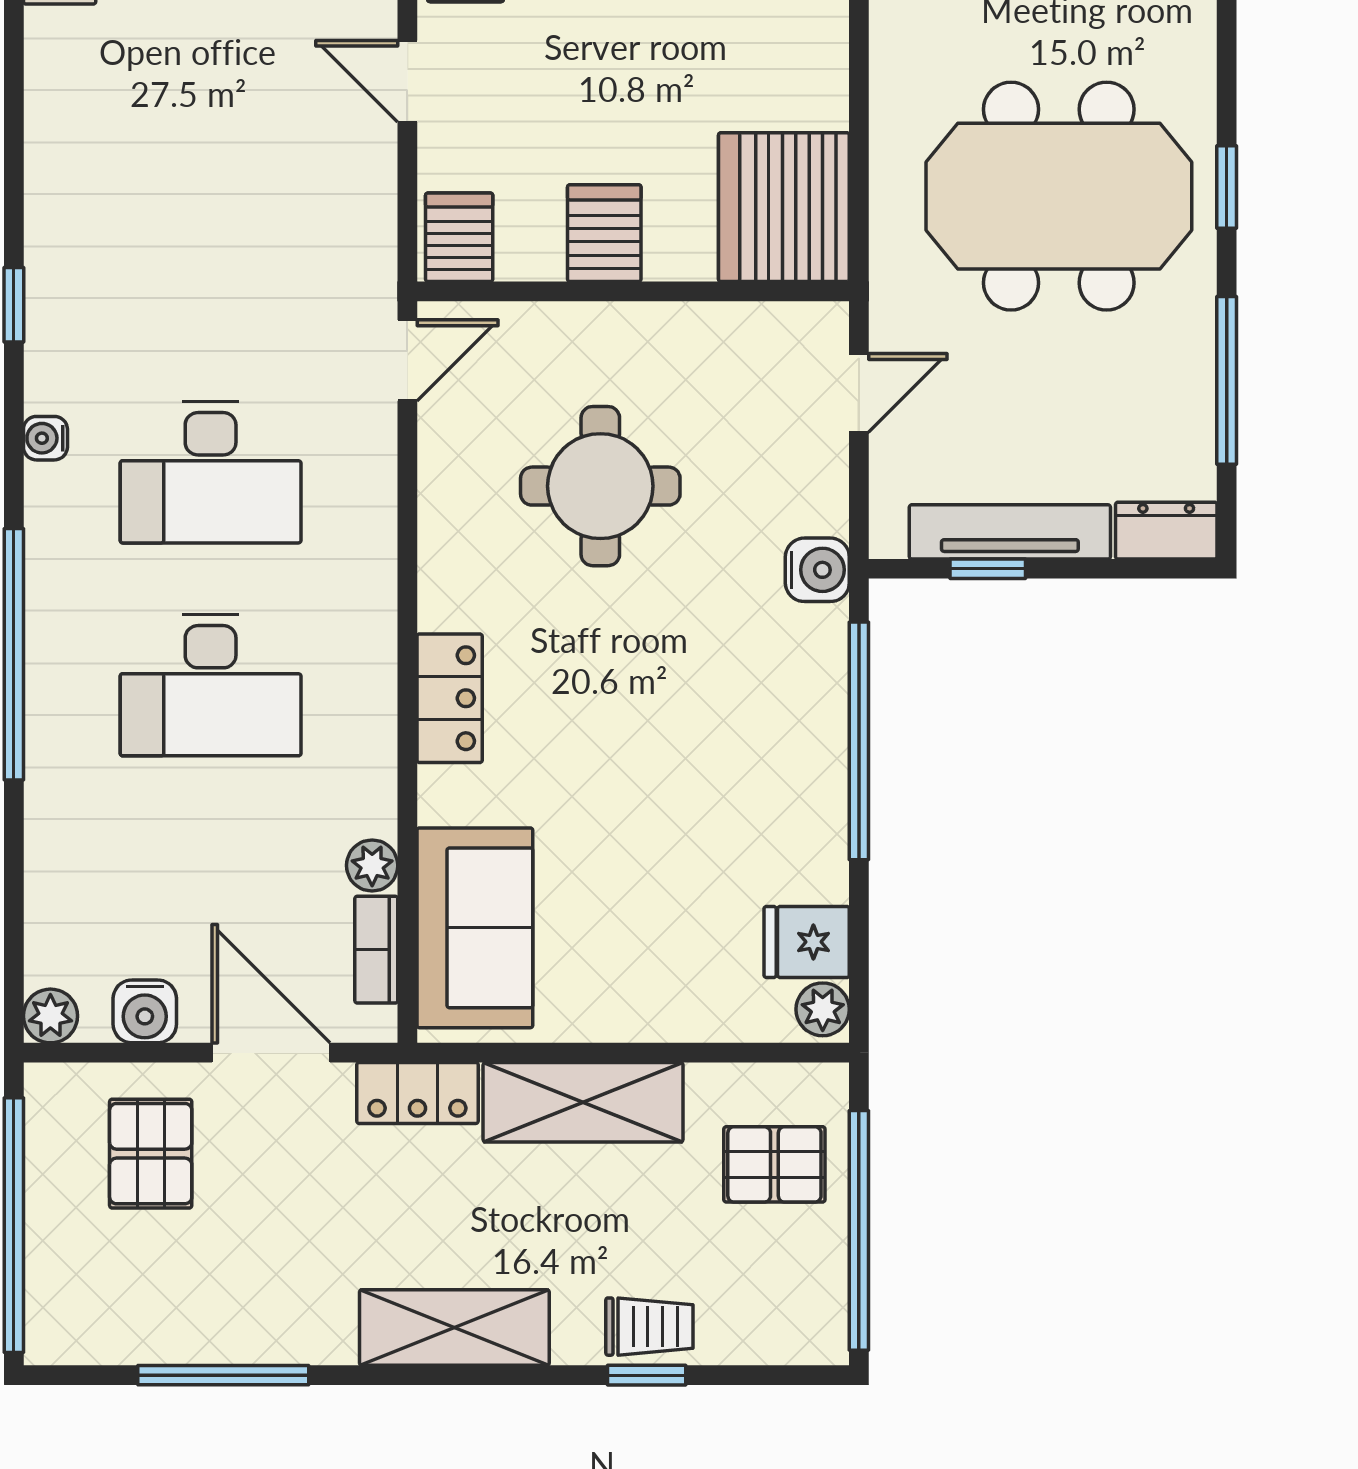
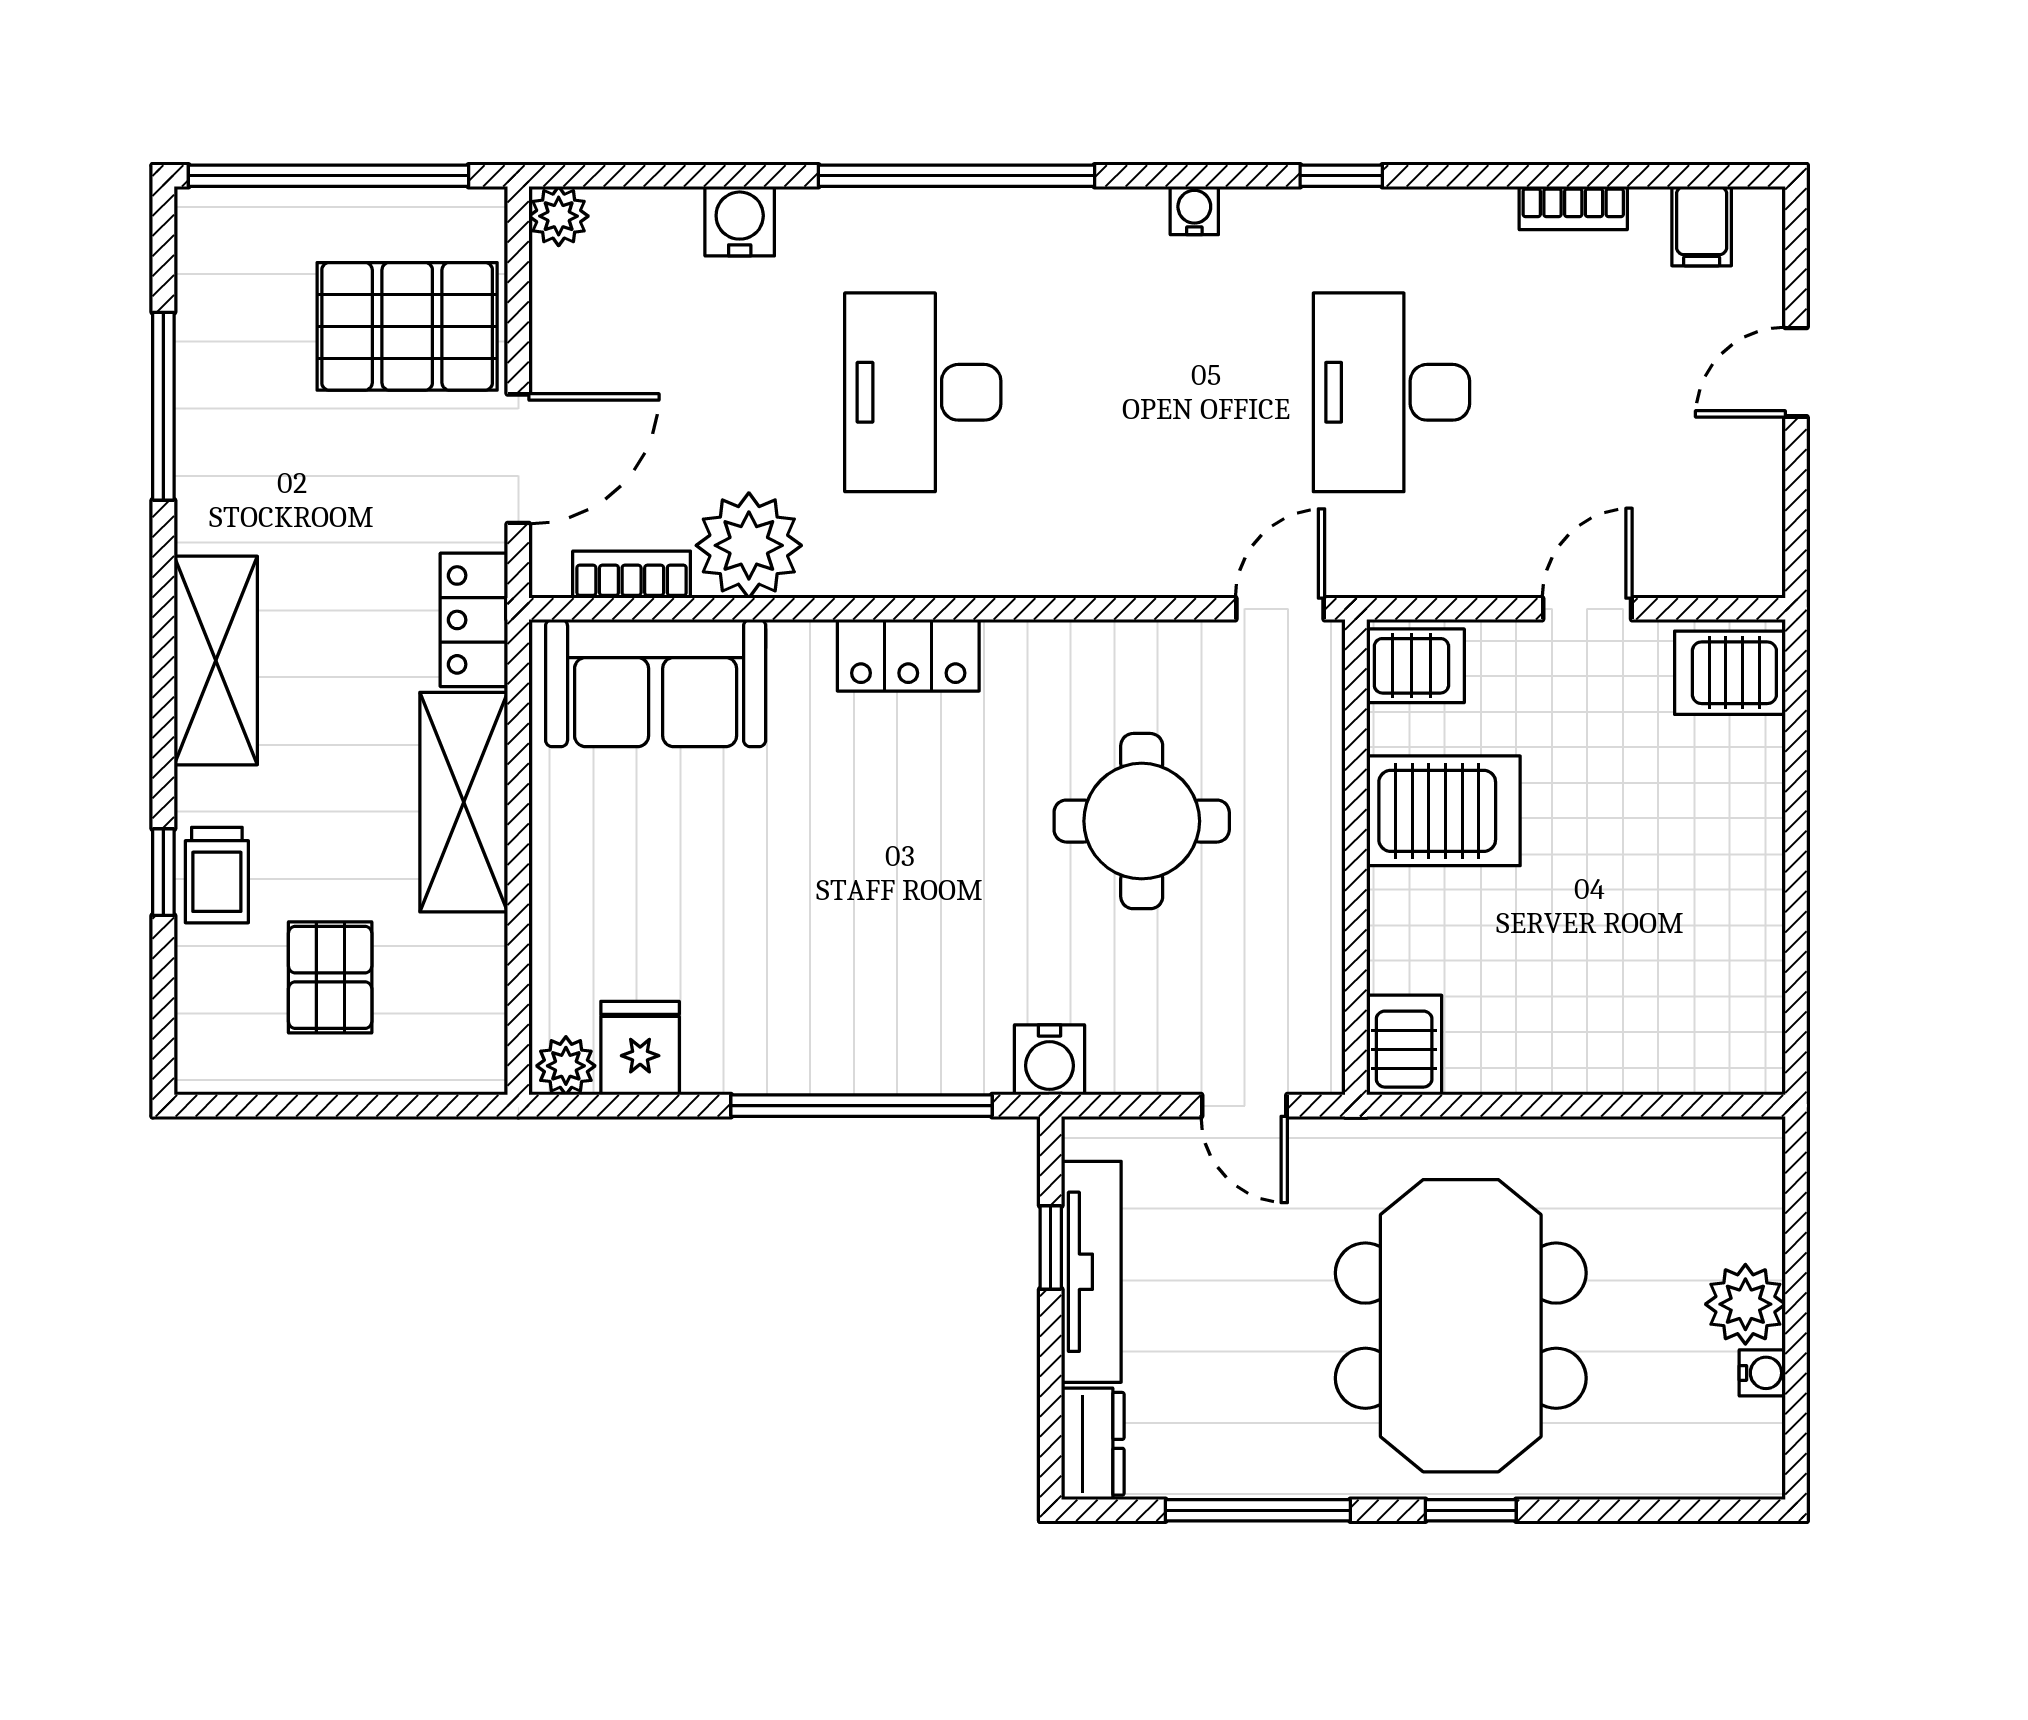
bookcase: (43, 94) -> (1573, 208), added
server rack: (784, 207) -> (1404, 1045), width x0.46, depth x0.70
server rack: (604, 233) -> (1443, 811), width x1.36, depth x1.44
door: (407, 360) -> (1280, 609), swing flipped
desk: (211, 472) -> (1391, 392), moved
plant: (372, 865) -> (749, 545), width x1.88, depth x1.88
water cooler: (145, 1011) -> (740, 221), moved, turned 90
pallet: (151, 1154) -> (407, 326), width x1.50, depth x1.42
pallet: (774, 1164) -> (330, 977), moved
window: (859, 1230) -> (323, 1106), removed

